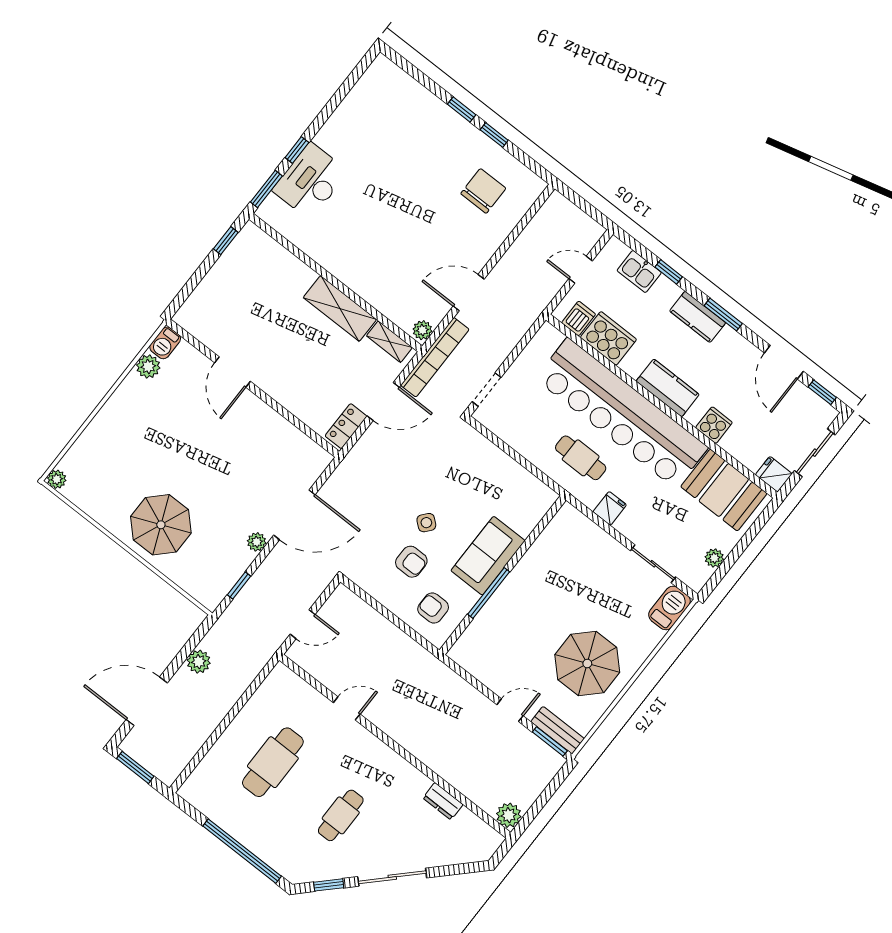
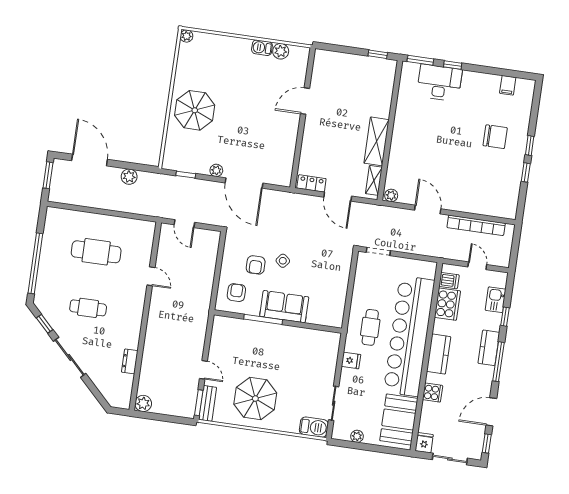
filing cabinet: (365, 93) -> (508, 85), added
chair: (483, 191) -> (495, 137), moved
window: (723, 315) -> (498, 362), width x1.44
barbecue: (165, 343) -> (262, 48), moved
bookcase: (435, 357) -> (476, 225), moved

